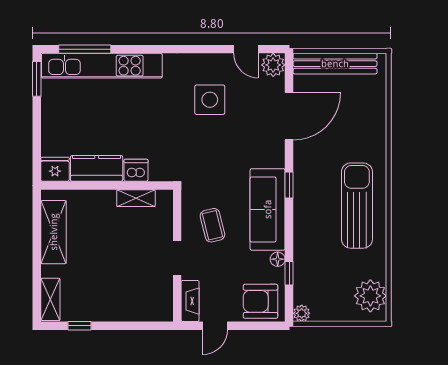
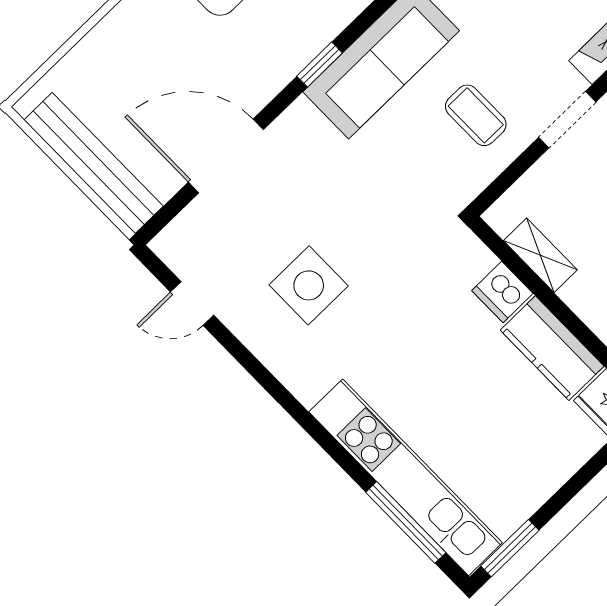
door: (246, 49) -> (192, 303), swing flipped
plant: (273, 65) -> (177, 245), removed
coffee table: (212, 225) -> (476, 115), turned -76

